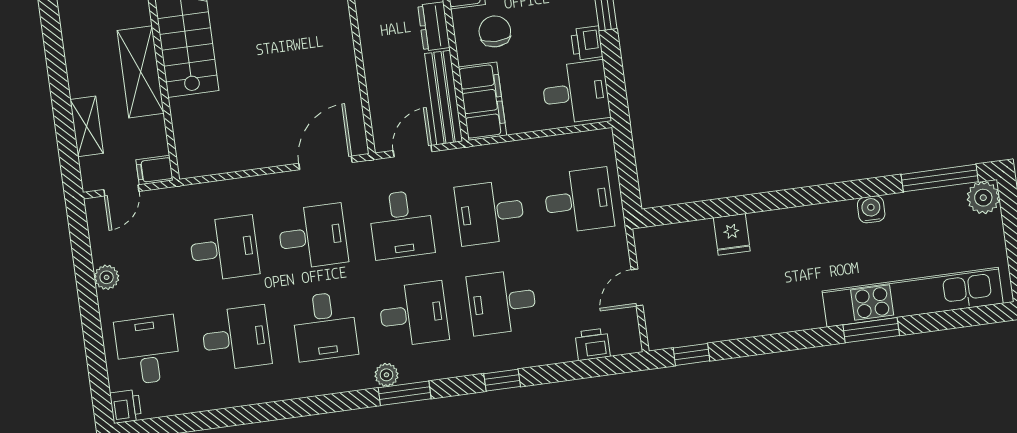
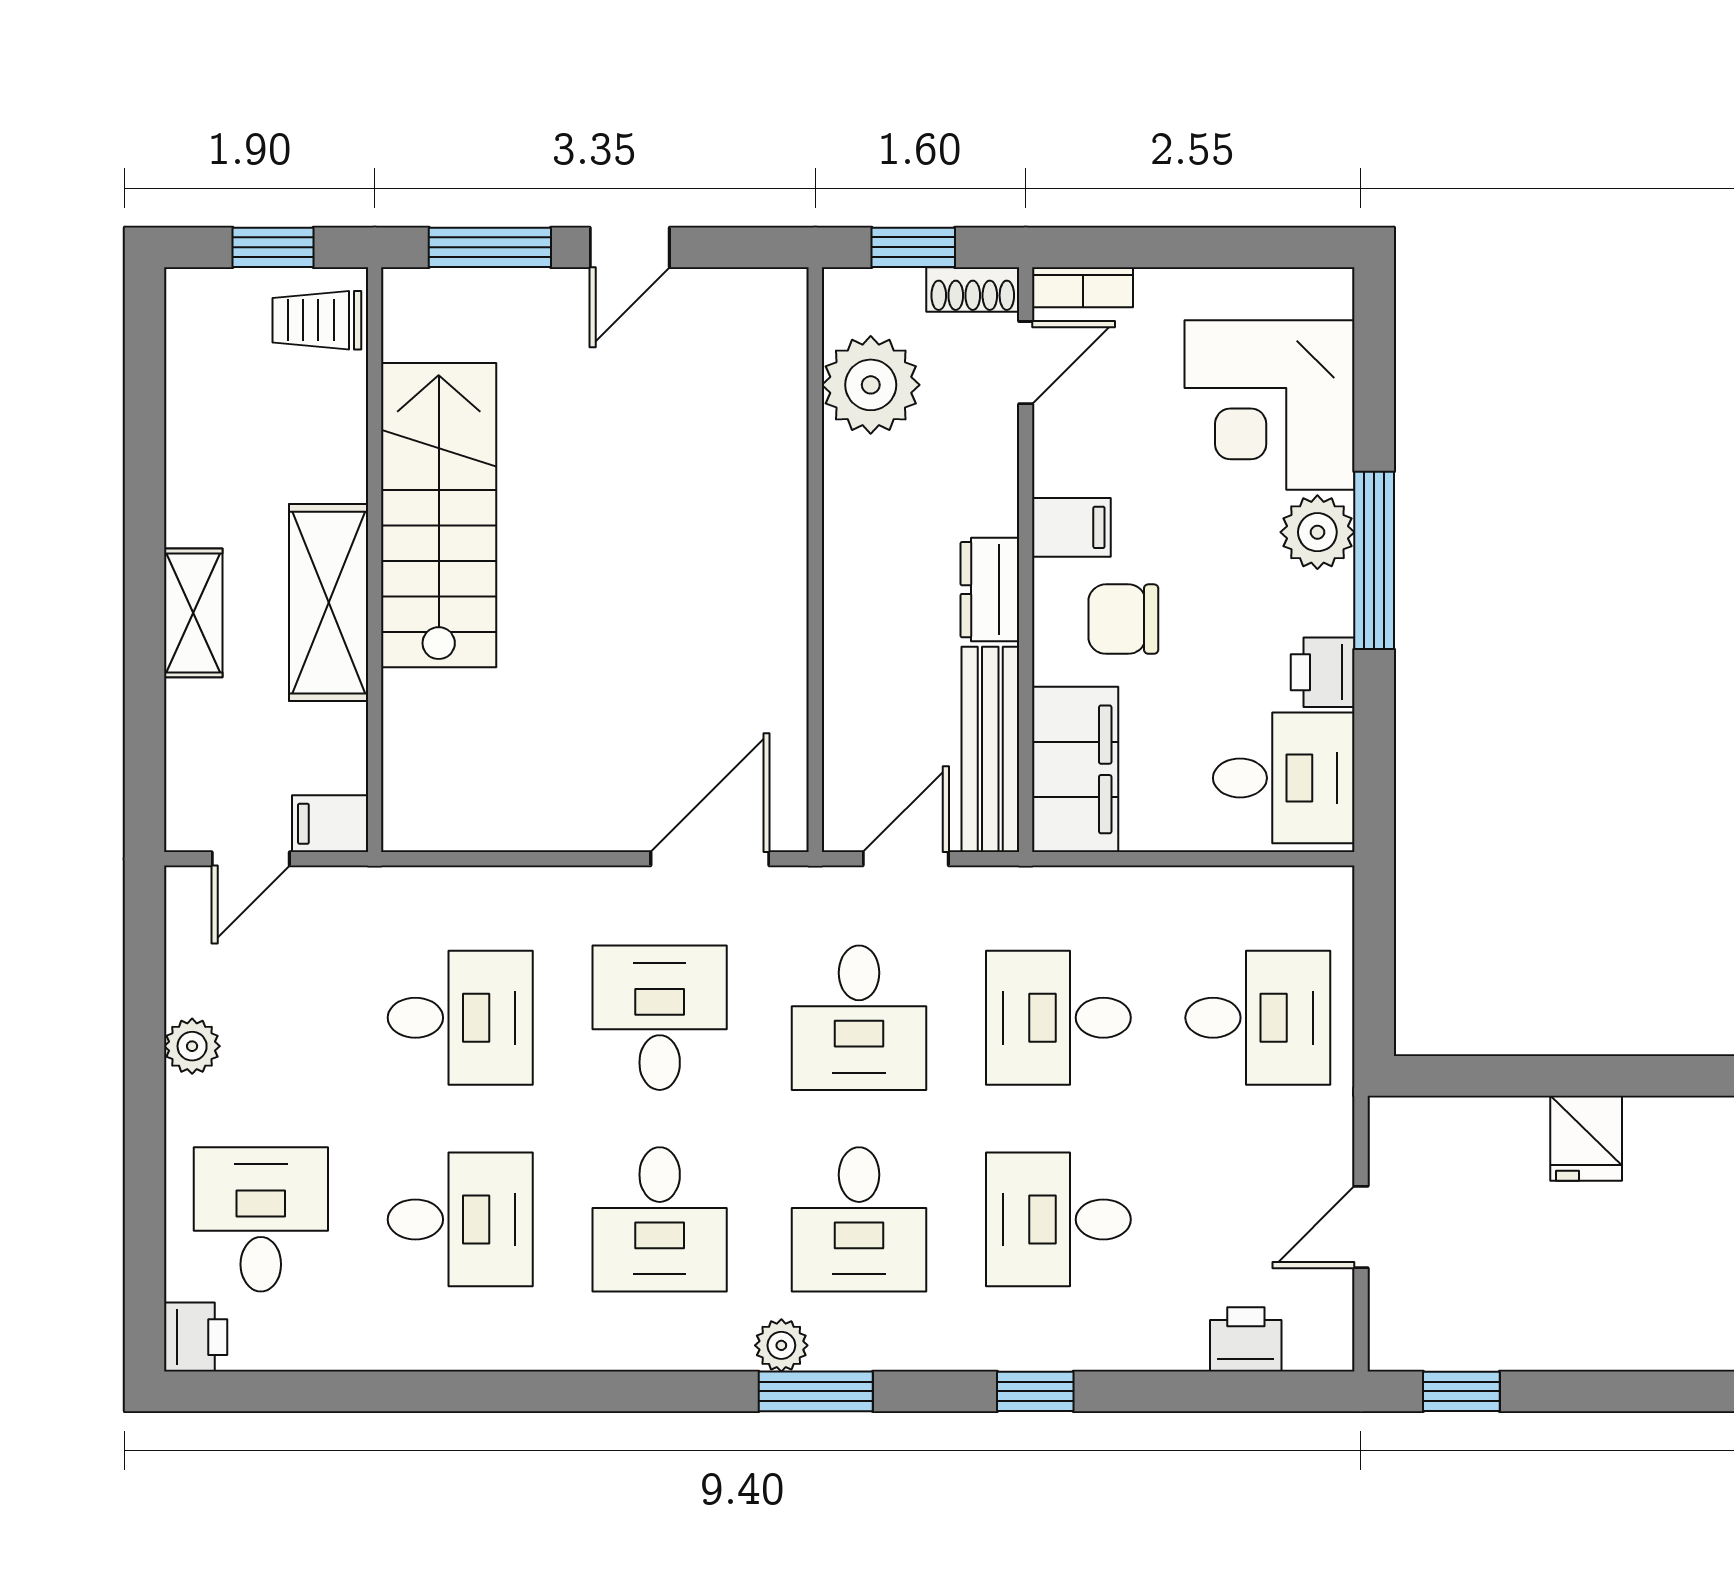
chair: (495, 31) -> (1123, 619), turned -90
shelving: (87, 126) -> (193, 613), moved
desk: (313, 237) -> (660, 1018), turned -90
desk: (413, 314) -> (859, 1219), turned 90

